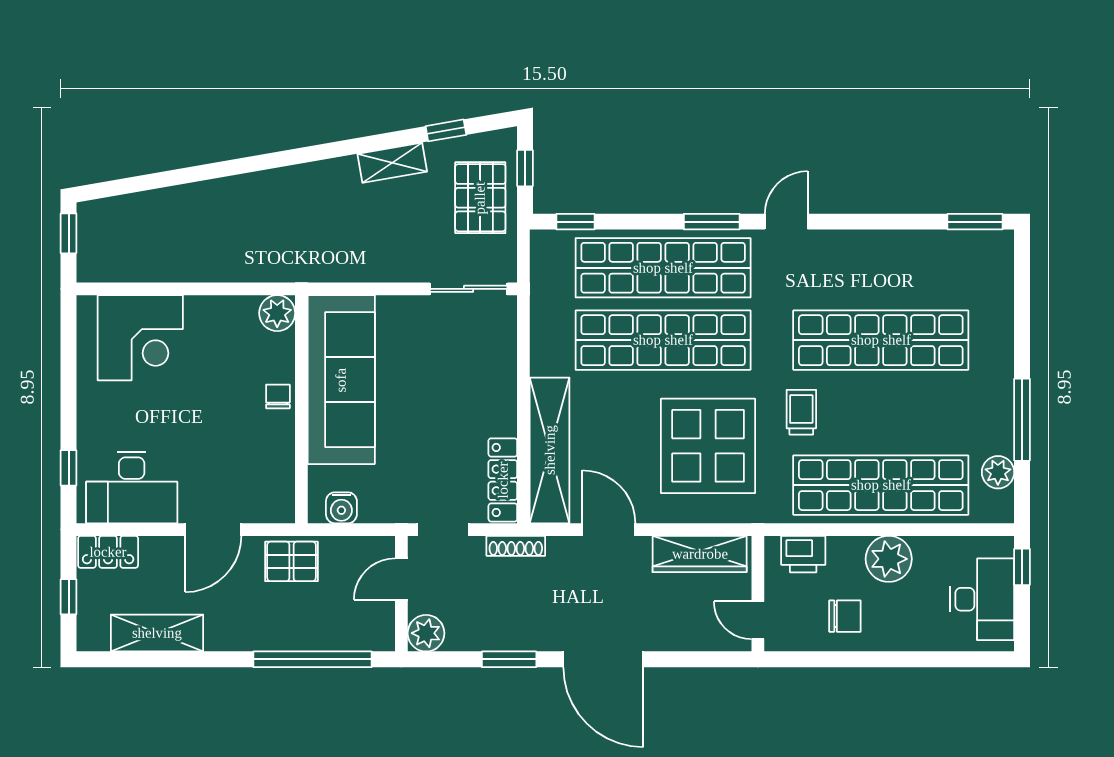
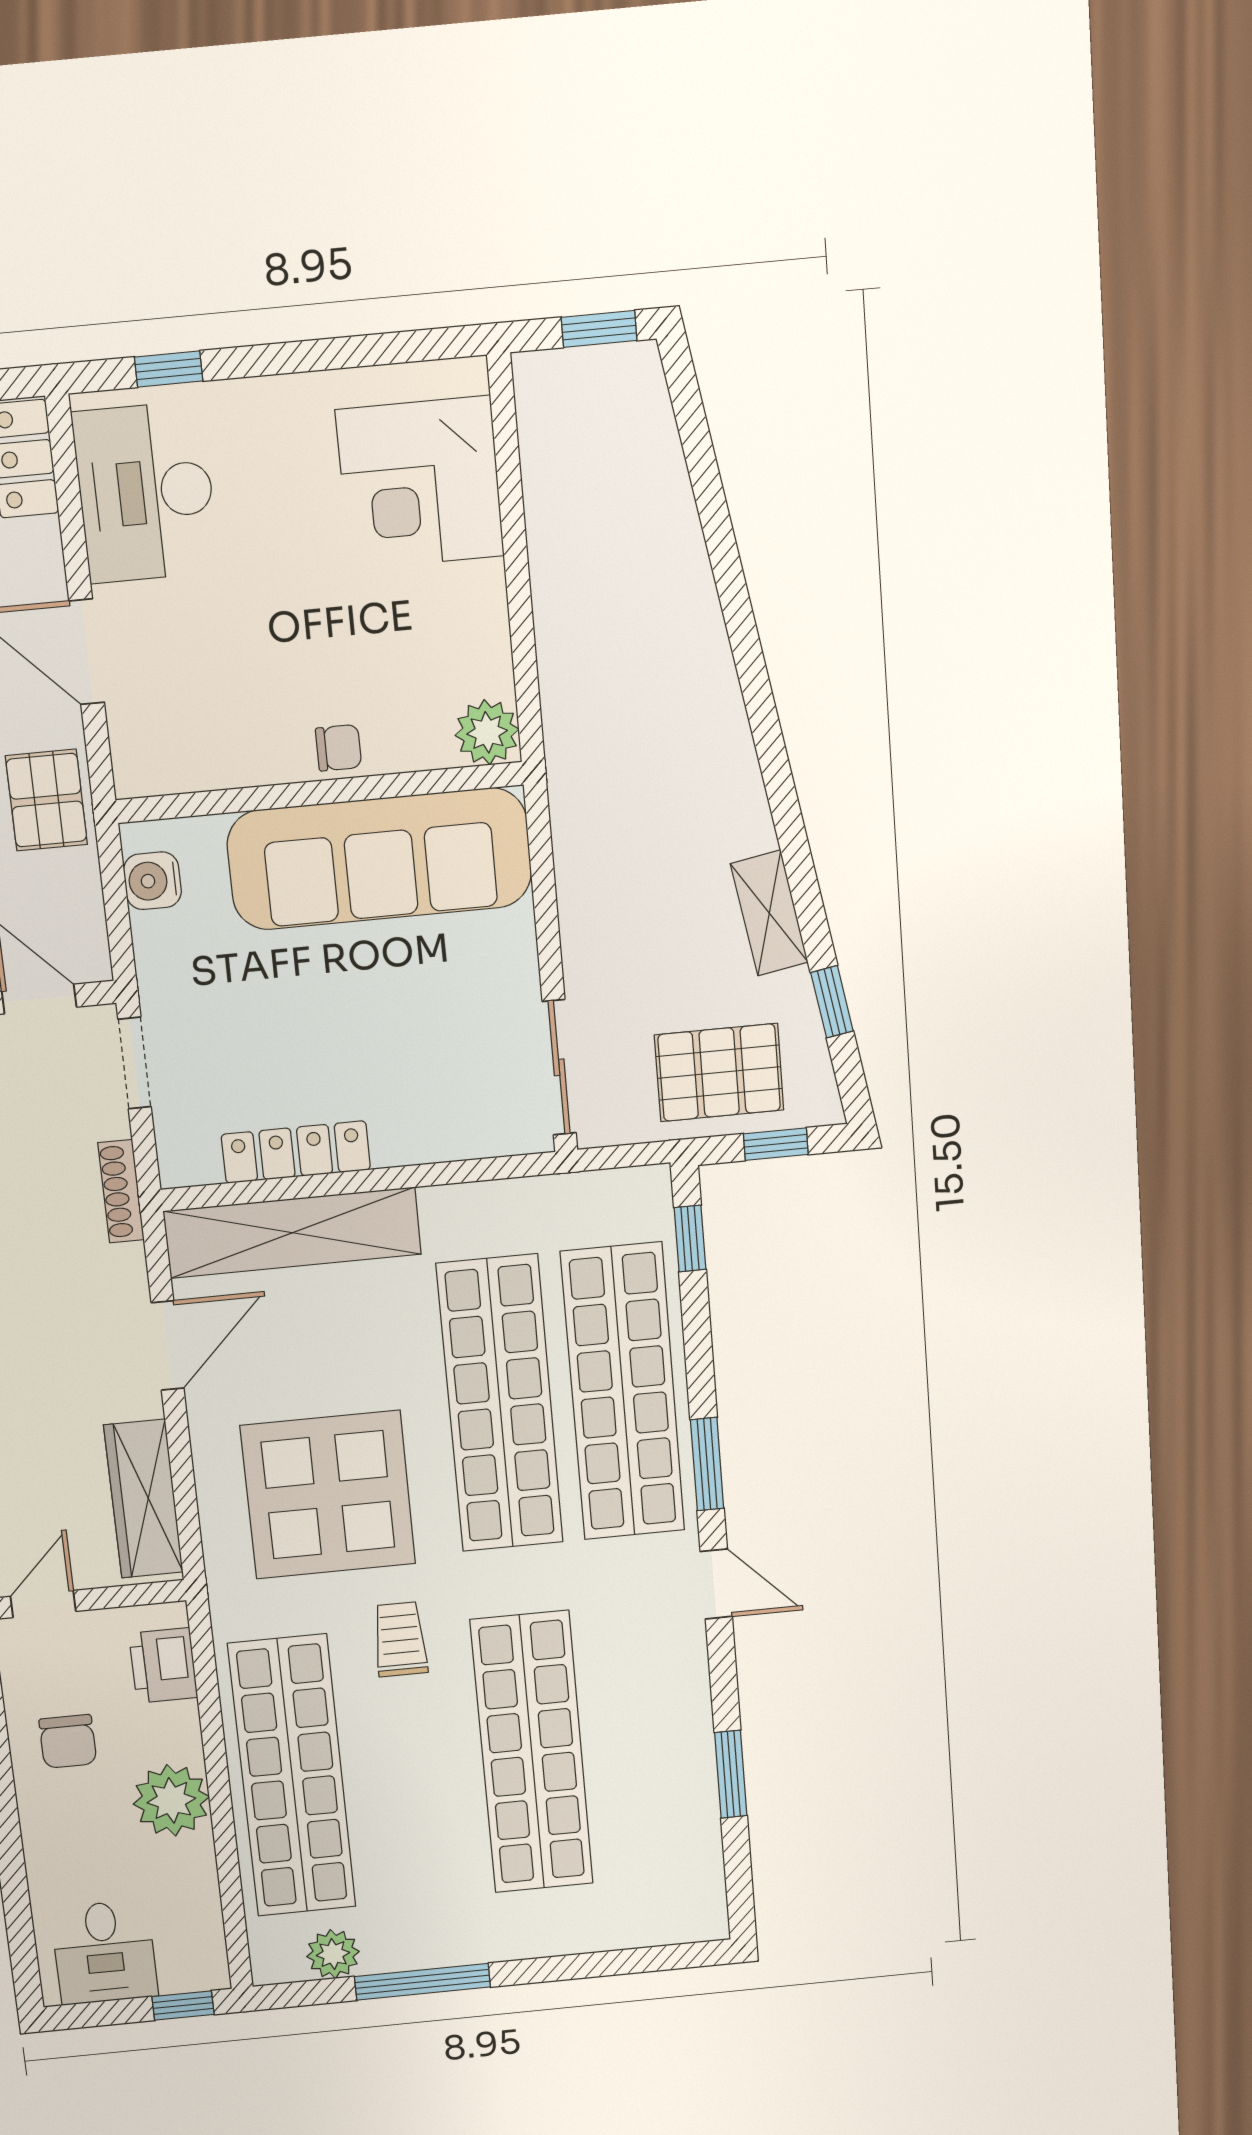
window: (975, 222) -> (731, 1774), moved
trolley: (801, 412) -> (400, 1639), turned -90
locker: (503, 480) -> (296, 1152), moved
desk: (982, 599) -> (104, 1952), width x0.73

